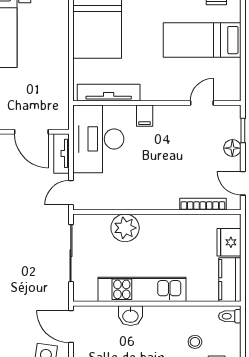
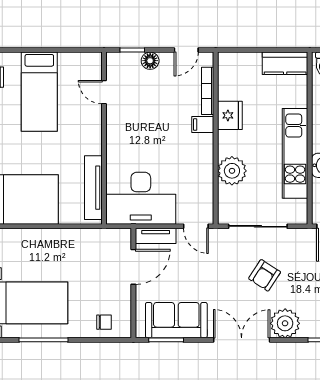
filing cabinet: (145, 116) -> (203, 124), moved, turned 180
fridge: (229, 242) -> (230, 115), moved, turned -90
armchair: (23, 260) -> (265, 275), added

